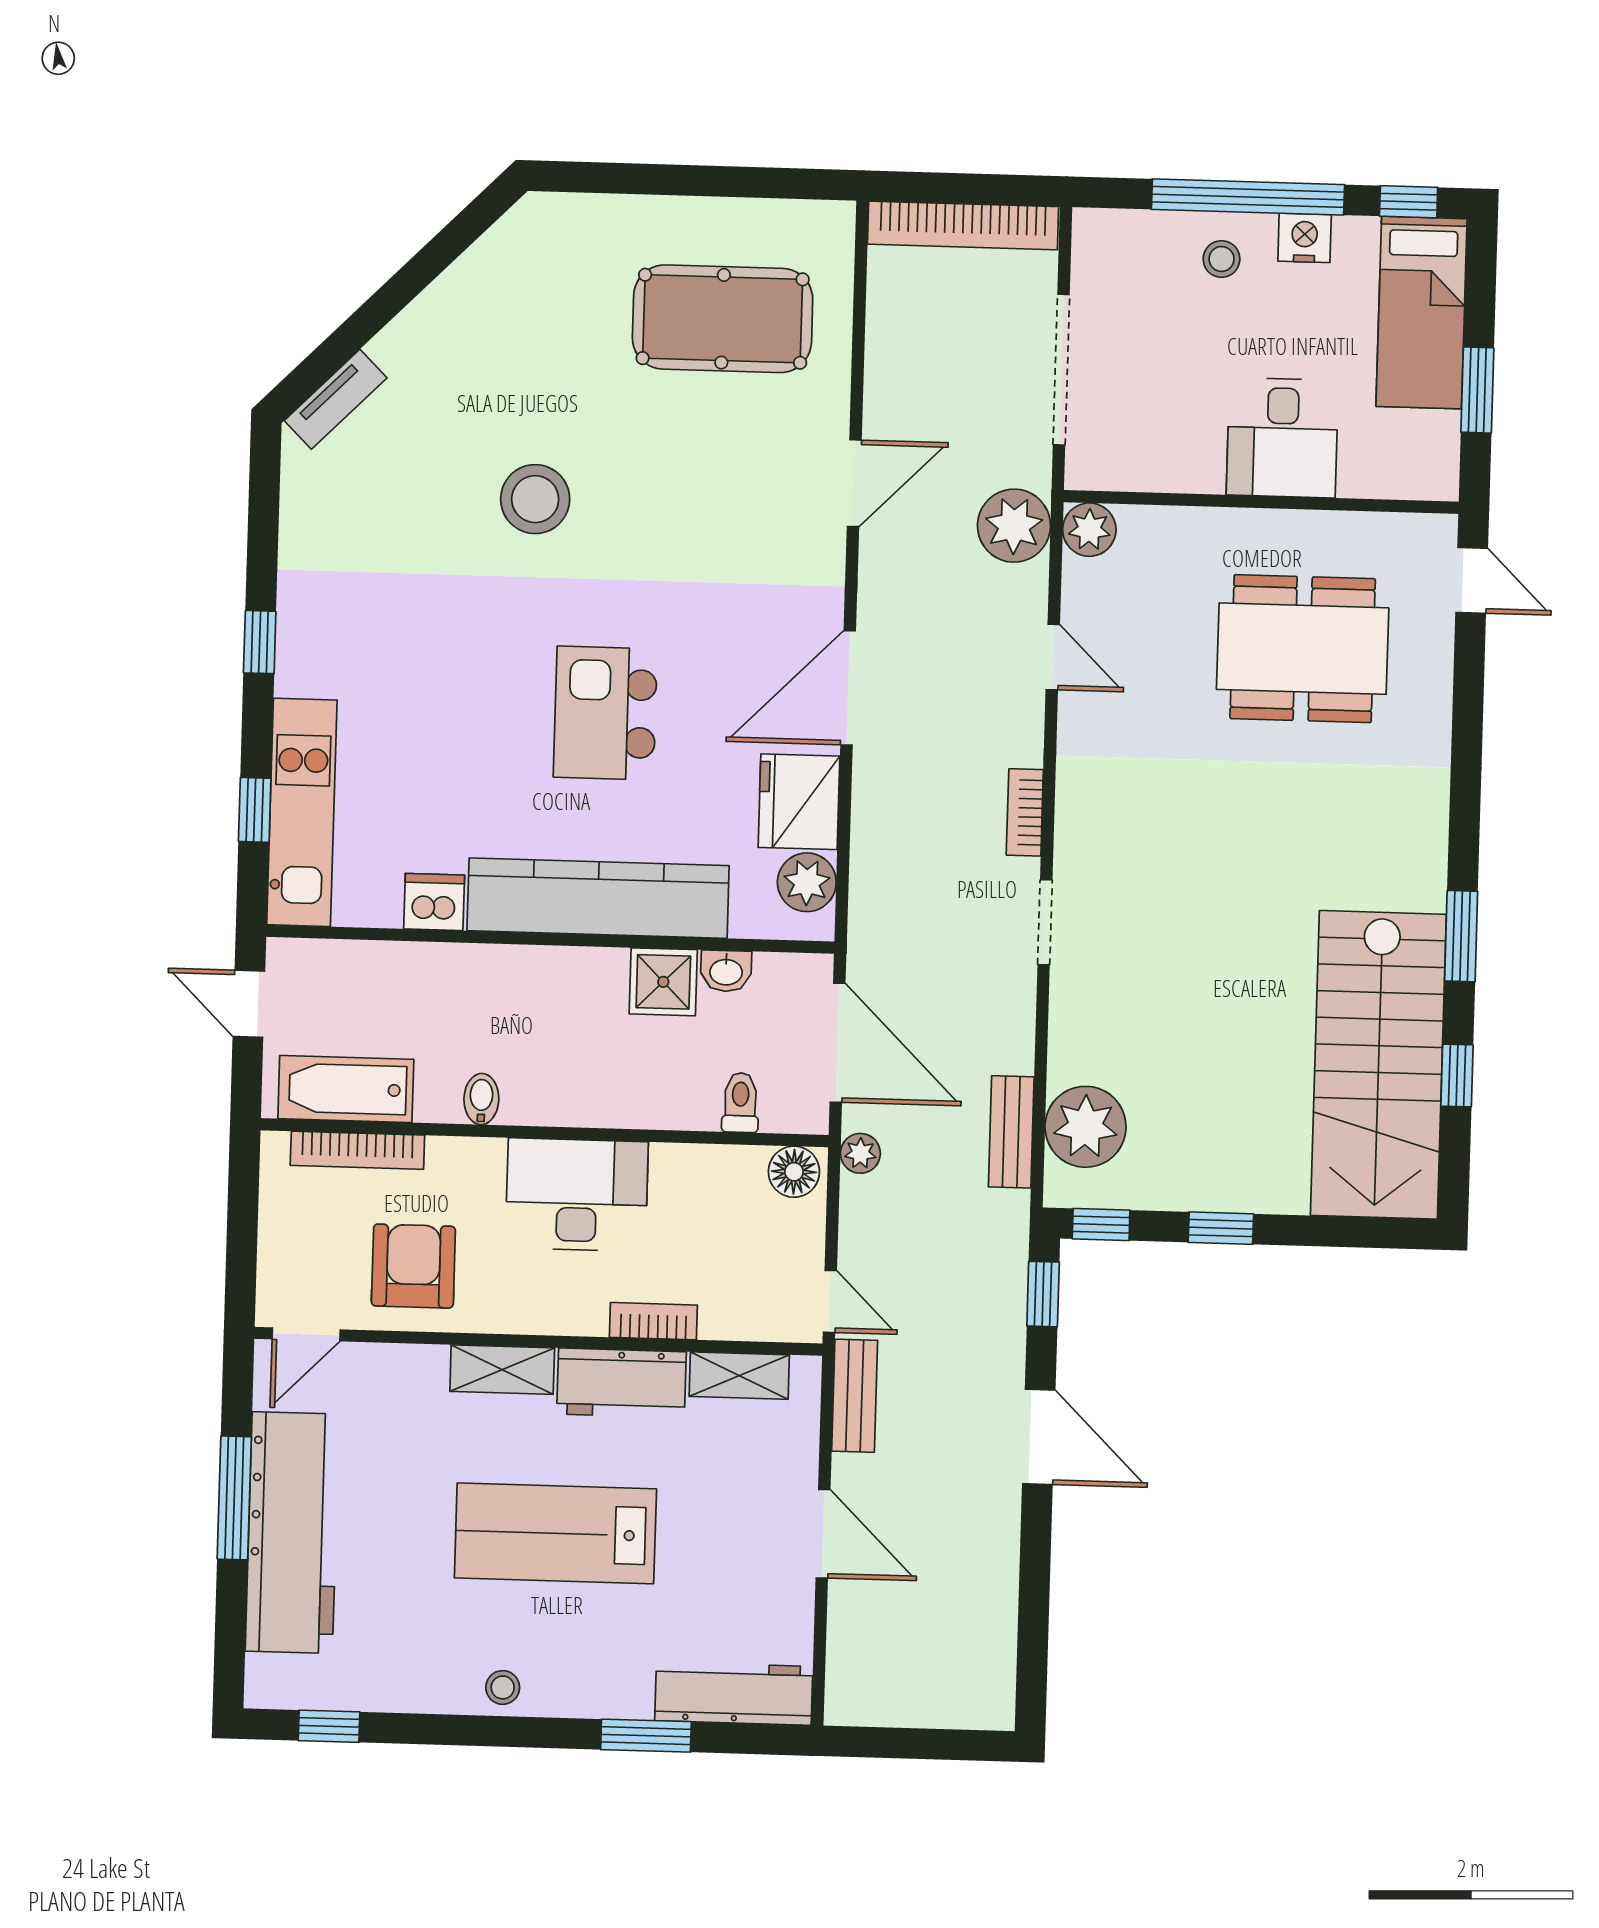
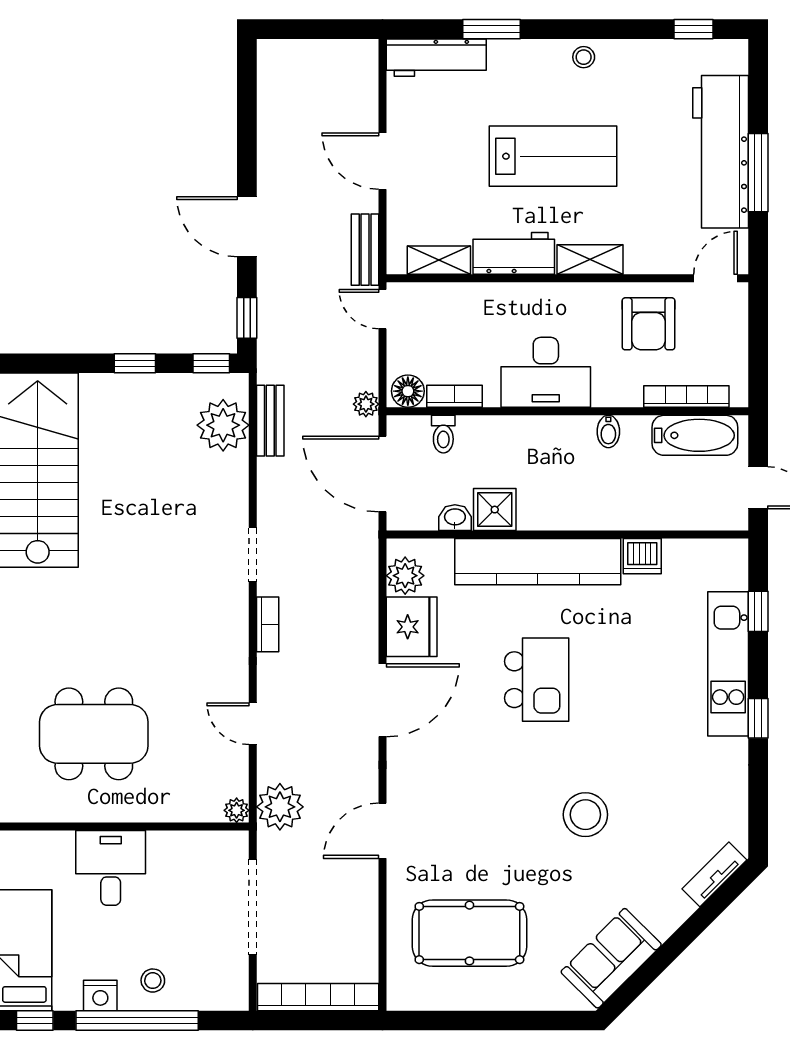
sofa: (501, 273) -> (611, 958), added
plant: (1089, 530) -> (237, 810), width x0.73, depth x0.73
kitchen unit: (302, 812) -> (728, 664), moved
bookcase: (653, 1321) -> (454, 396), moved, turned 180

